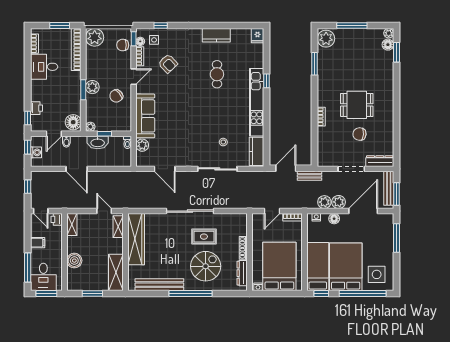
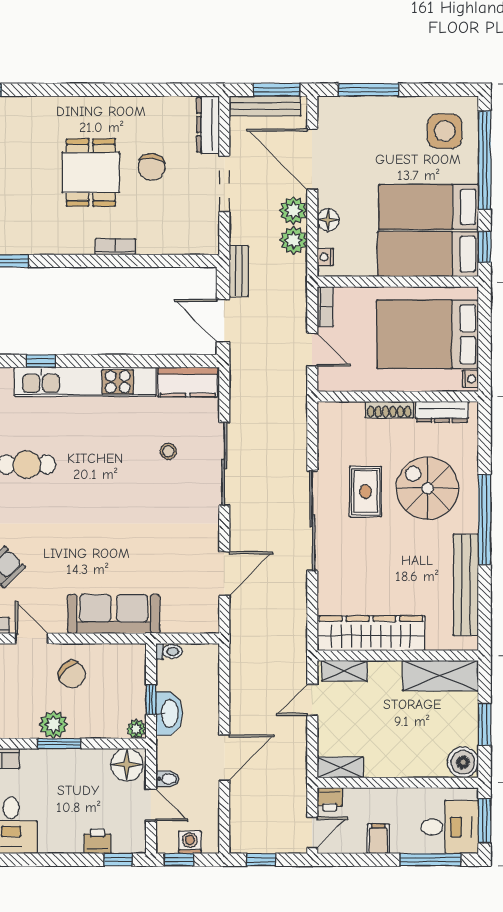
plant: (142, 145) -> (175, 621), removed
boiler: (74, 261) -> (463, 762), moved
bed: (346, 267) -> (429, 207), width x0.67

